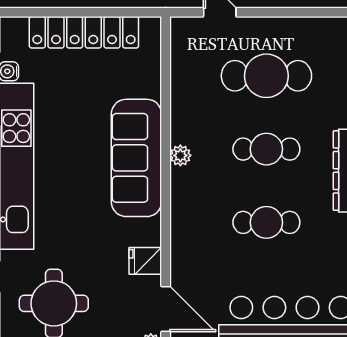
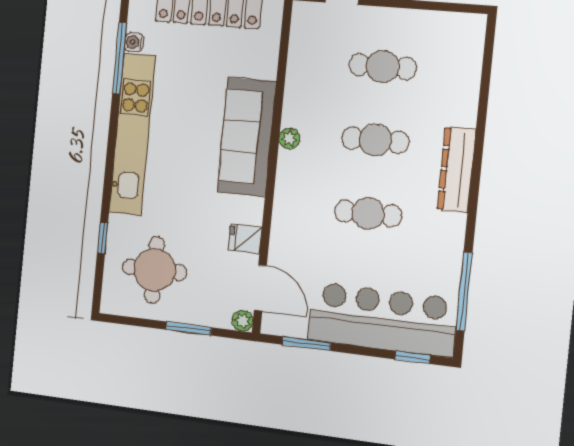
cafe table: (266, 76) -> (383, 67), width x0.73, depth x0.74

